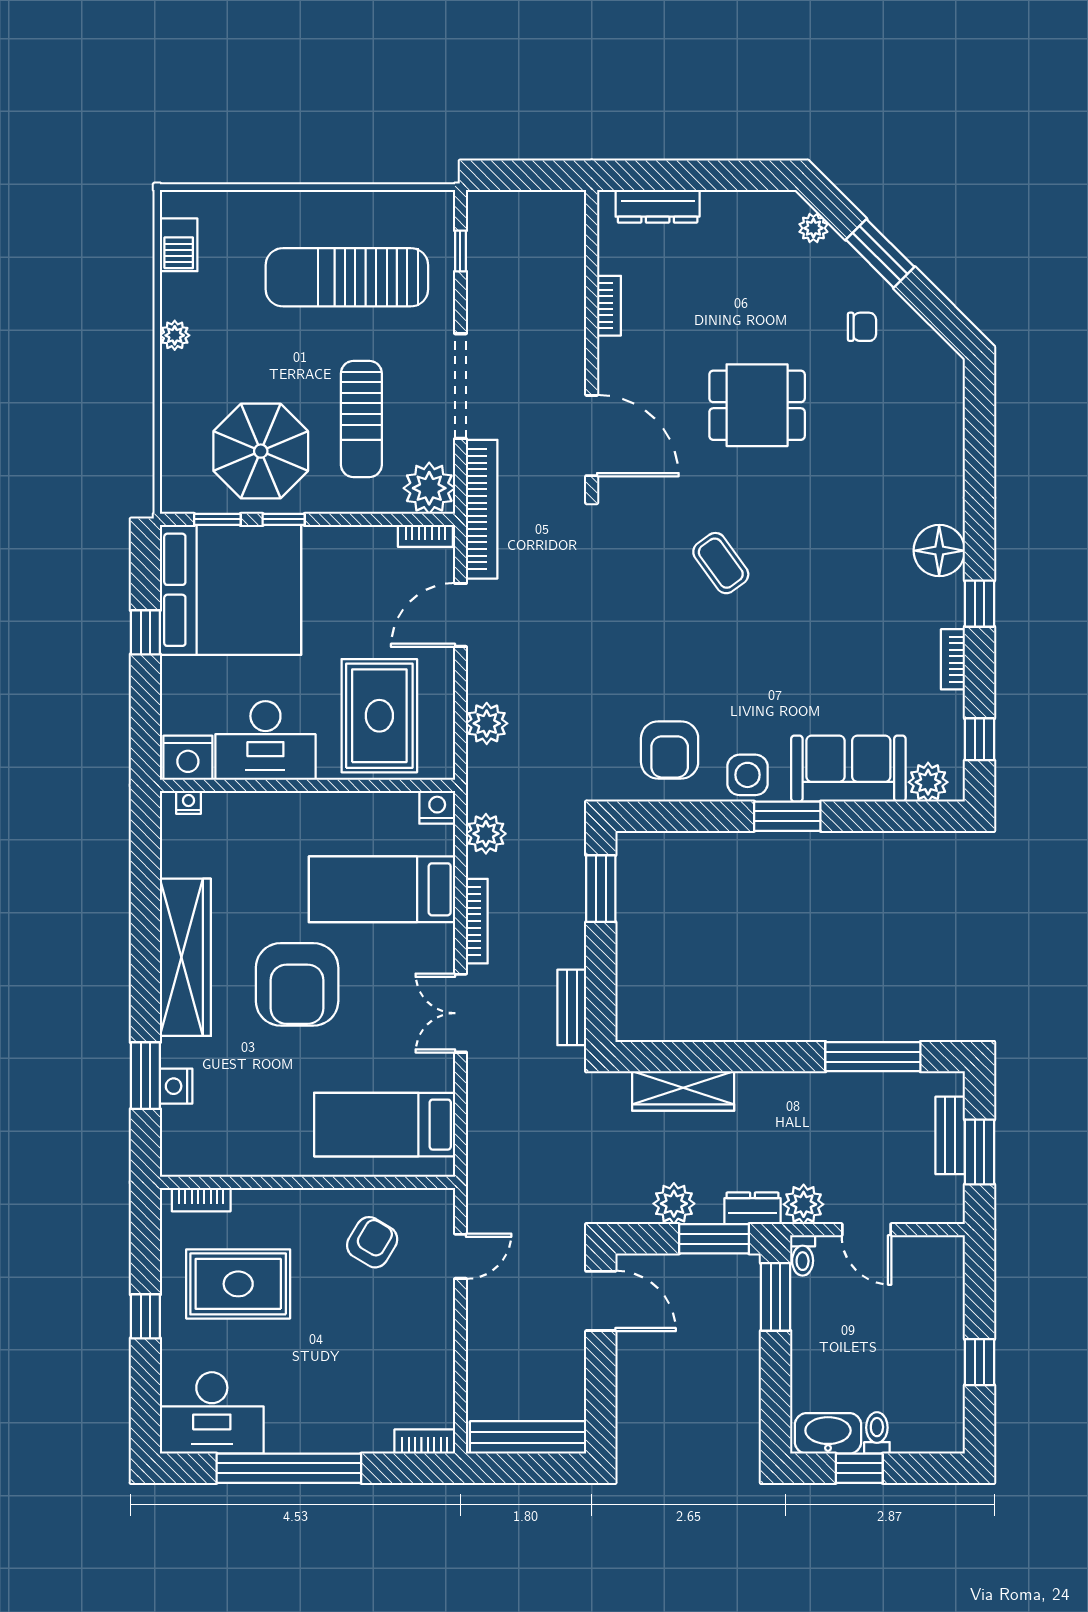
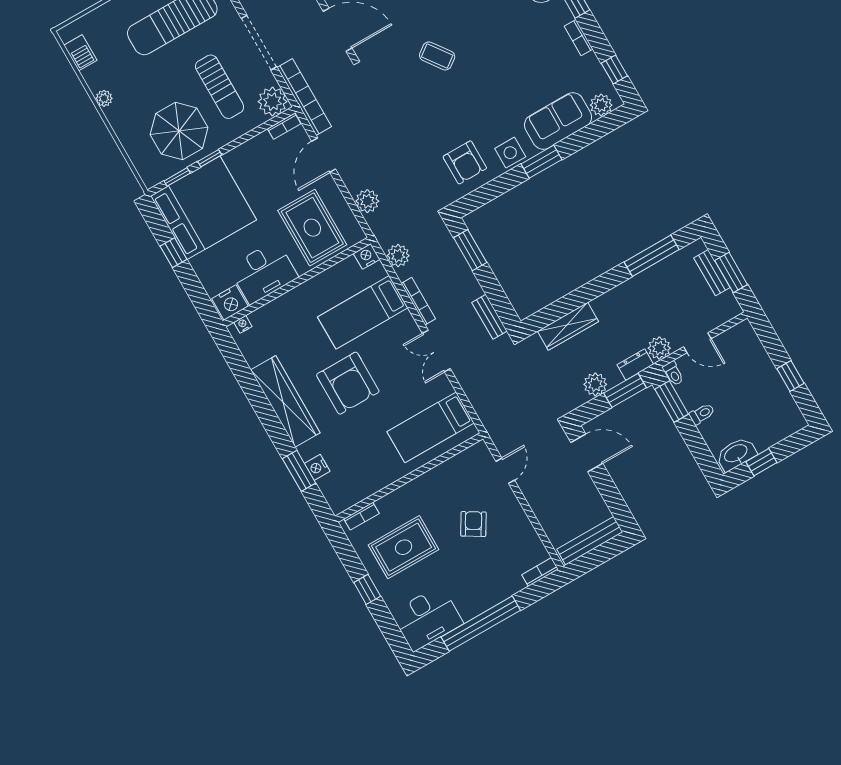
armchair: (372, 1242) -> (473, 524), moved
toilet: (877, 1433) -> (702, 414), moved, turned 90

